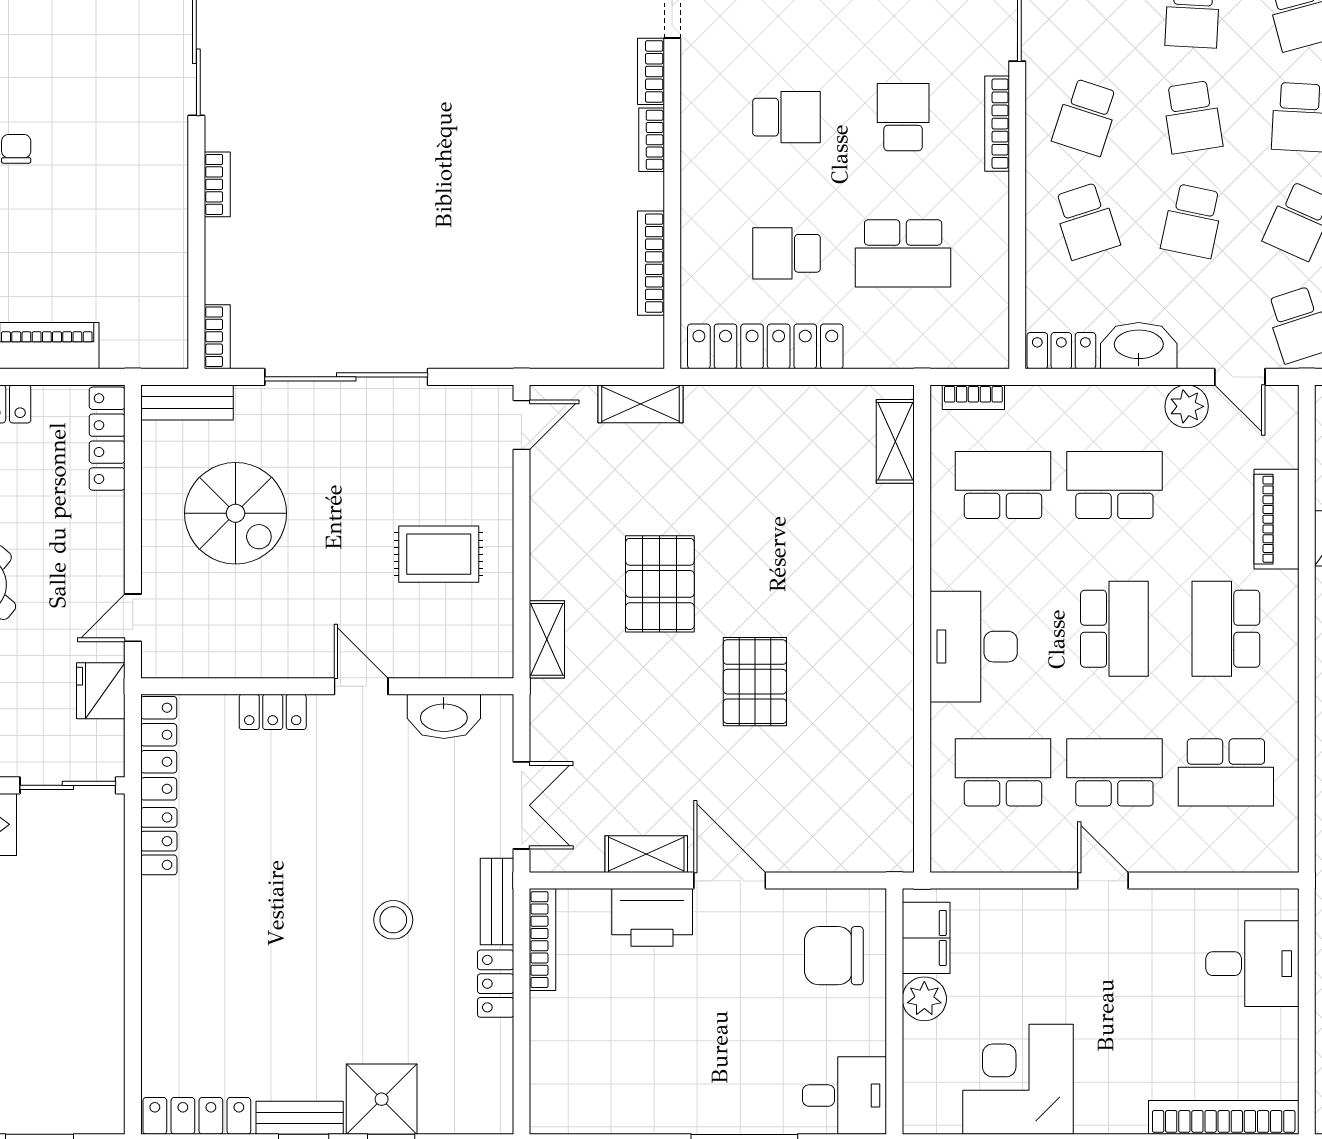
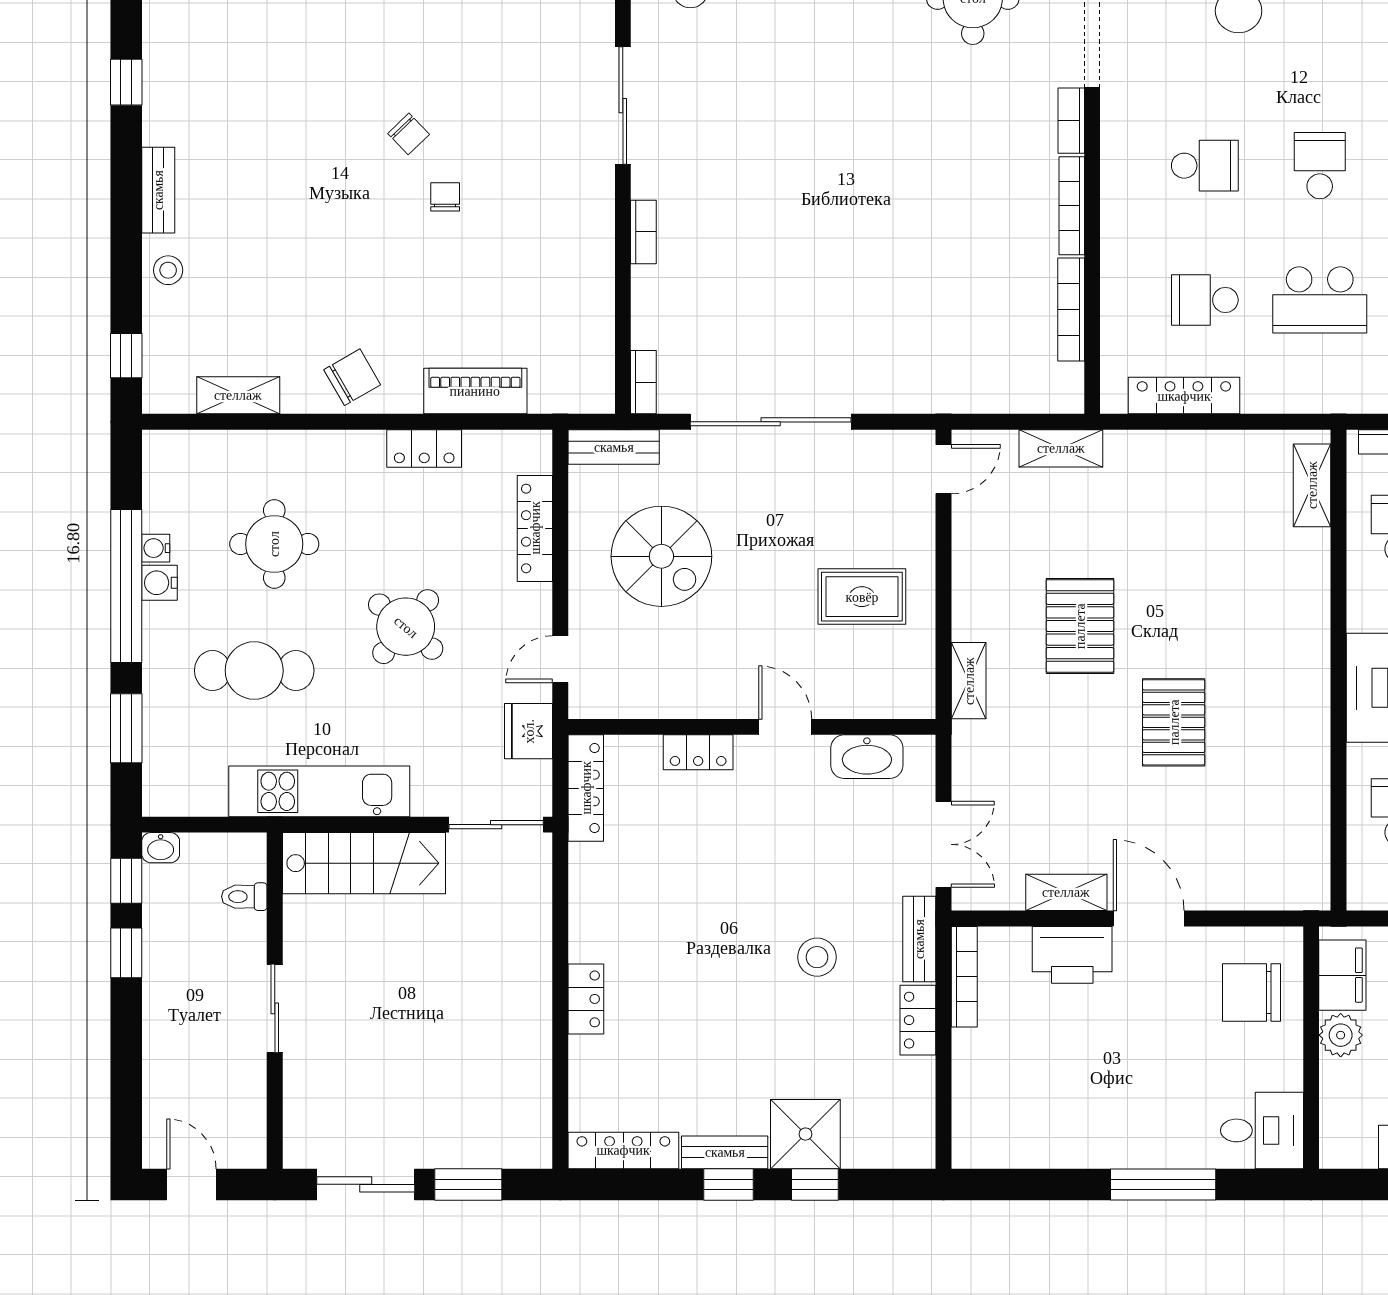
bookcase: (652, 140) -> (1072, 206), width x1.56
locker: (765, 346) -> (1184, 396), width x0.71, depth x0.83
locker: (107, 439) -> (535, 528), moved
locker: (159, 841) -> (586, 999), moved

